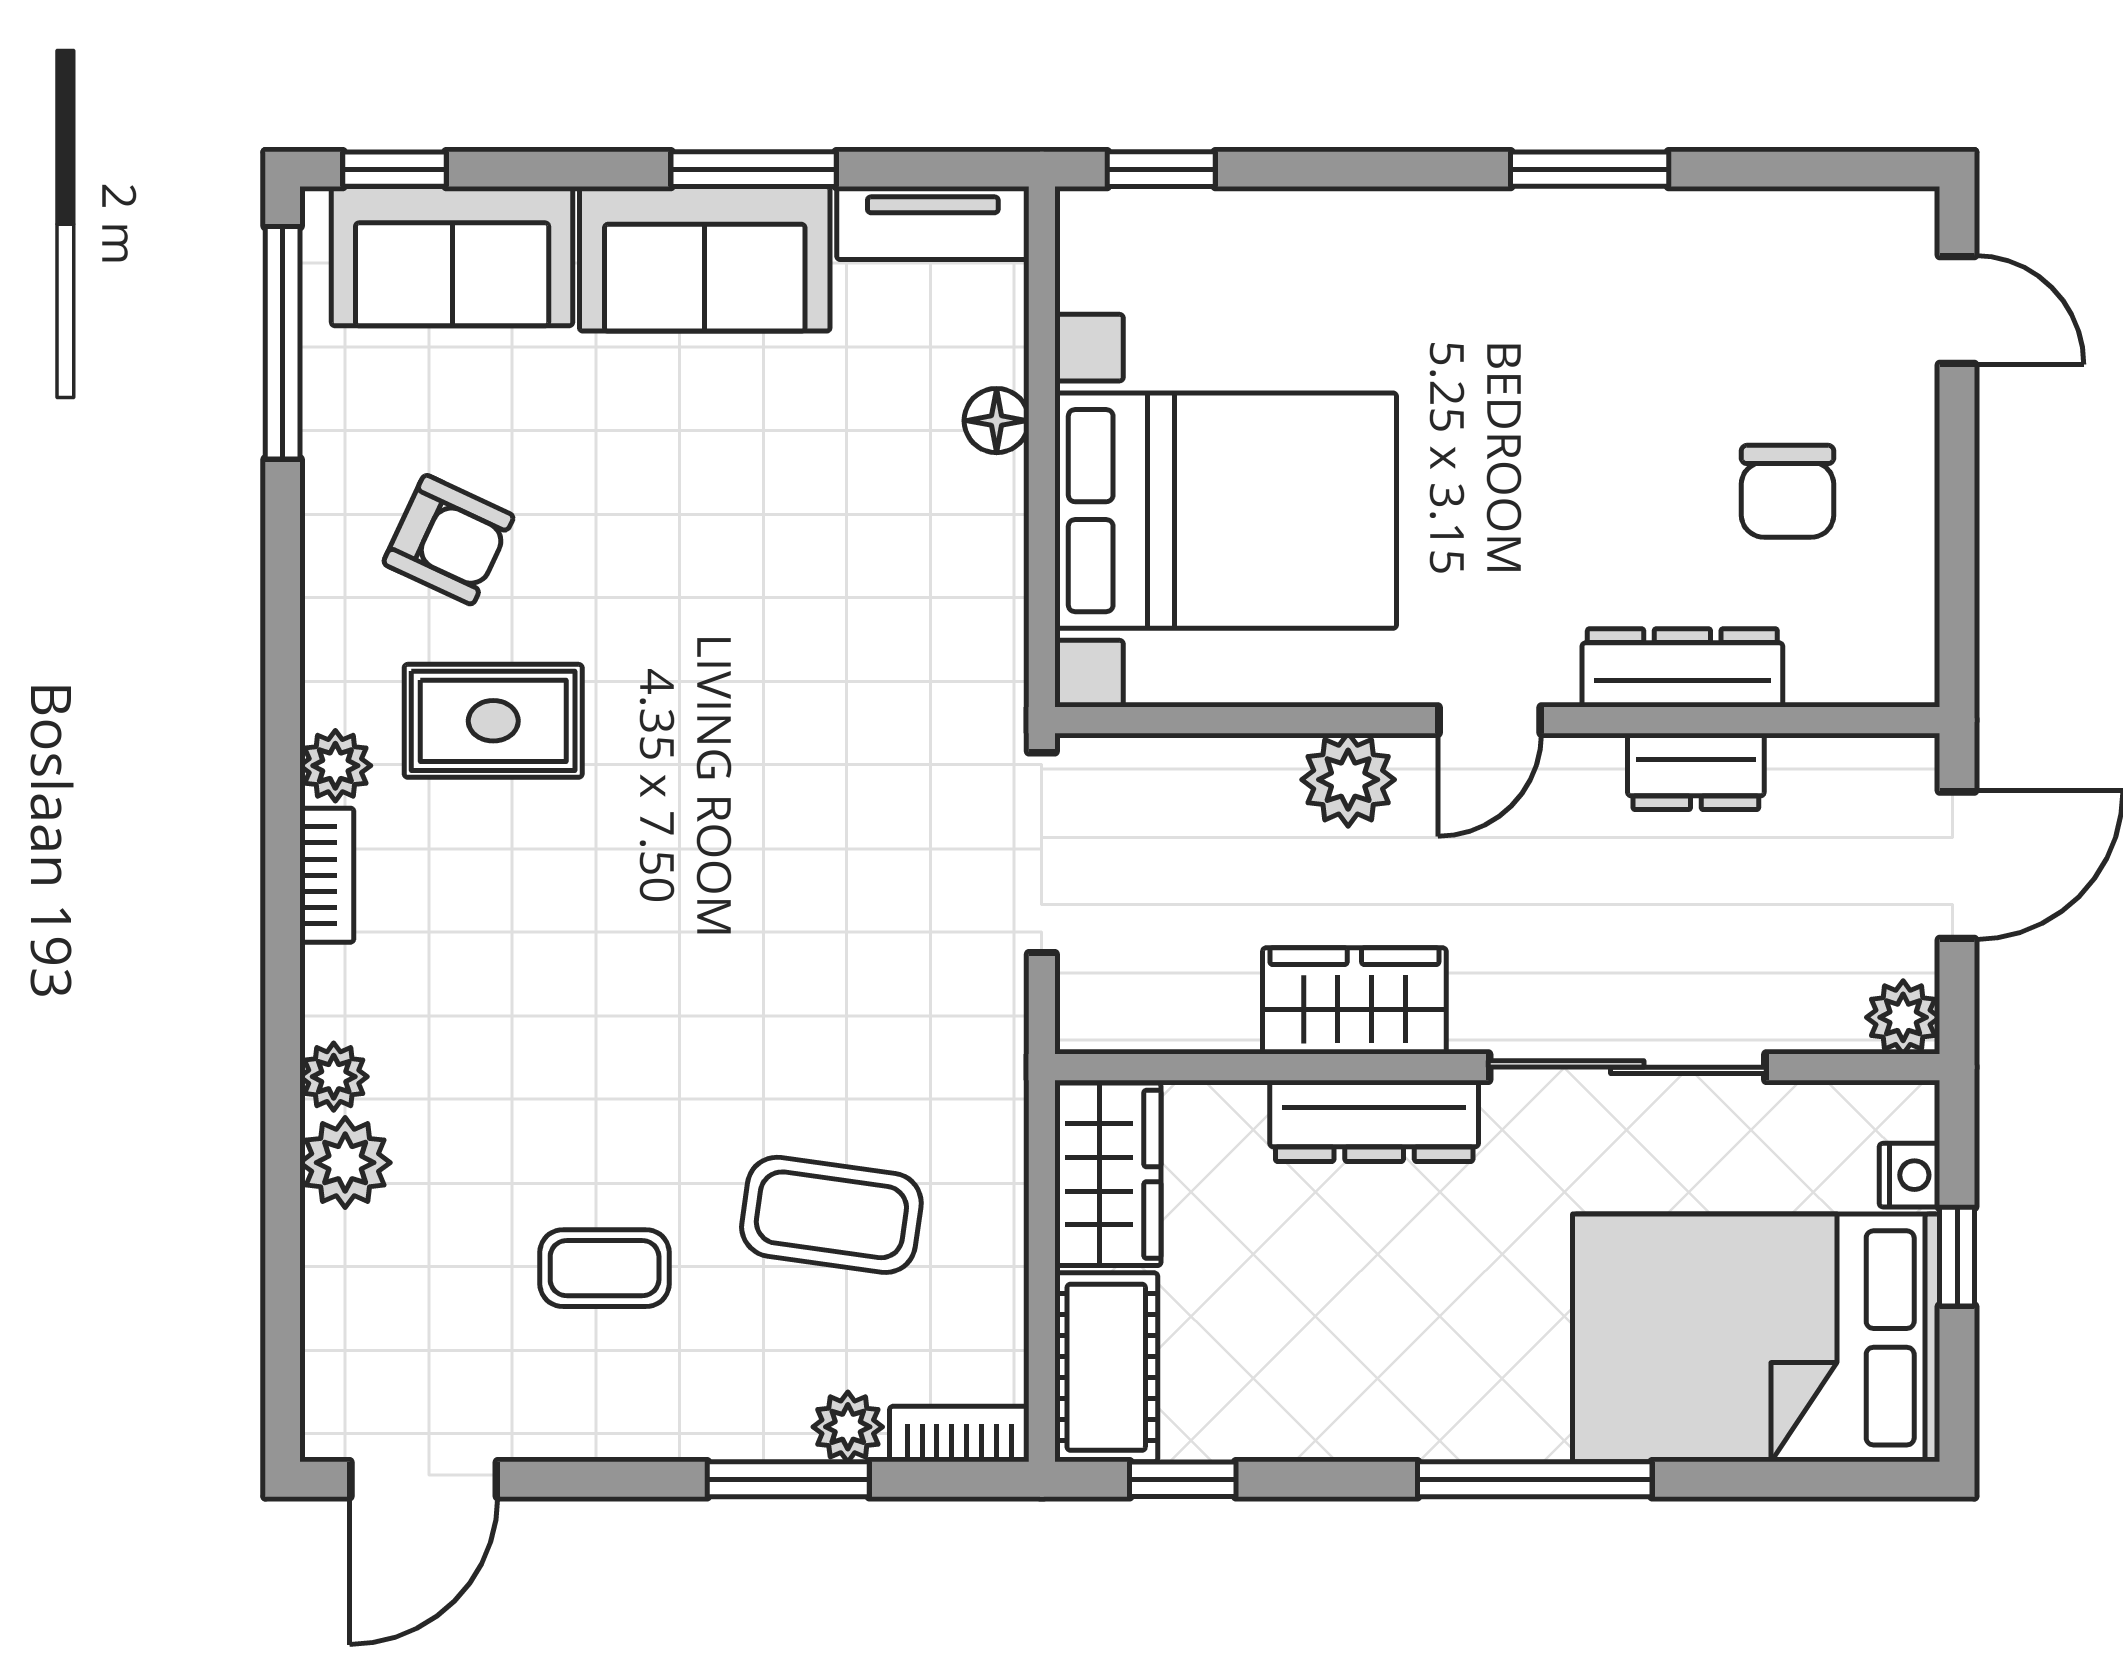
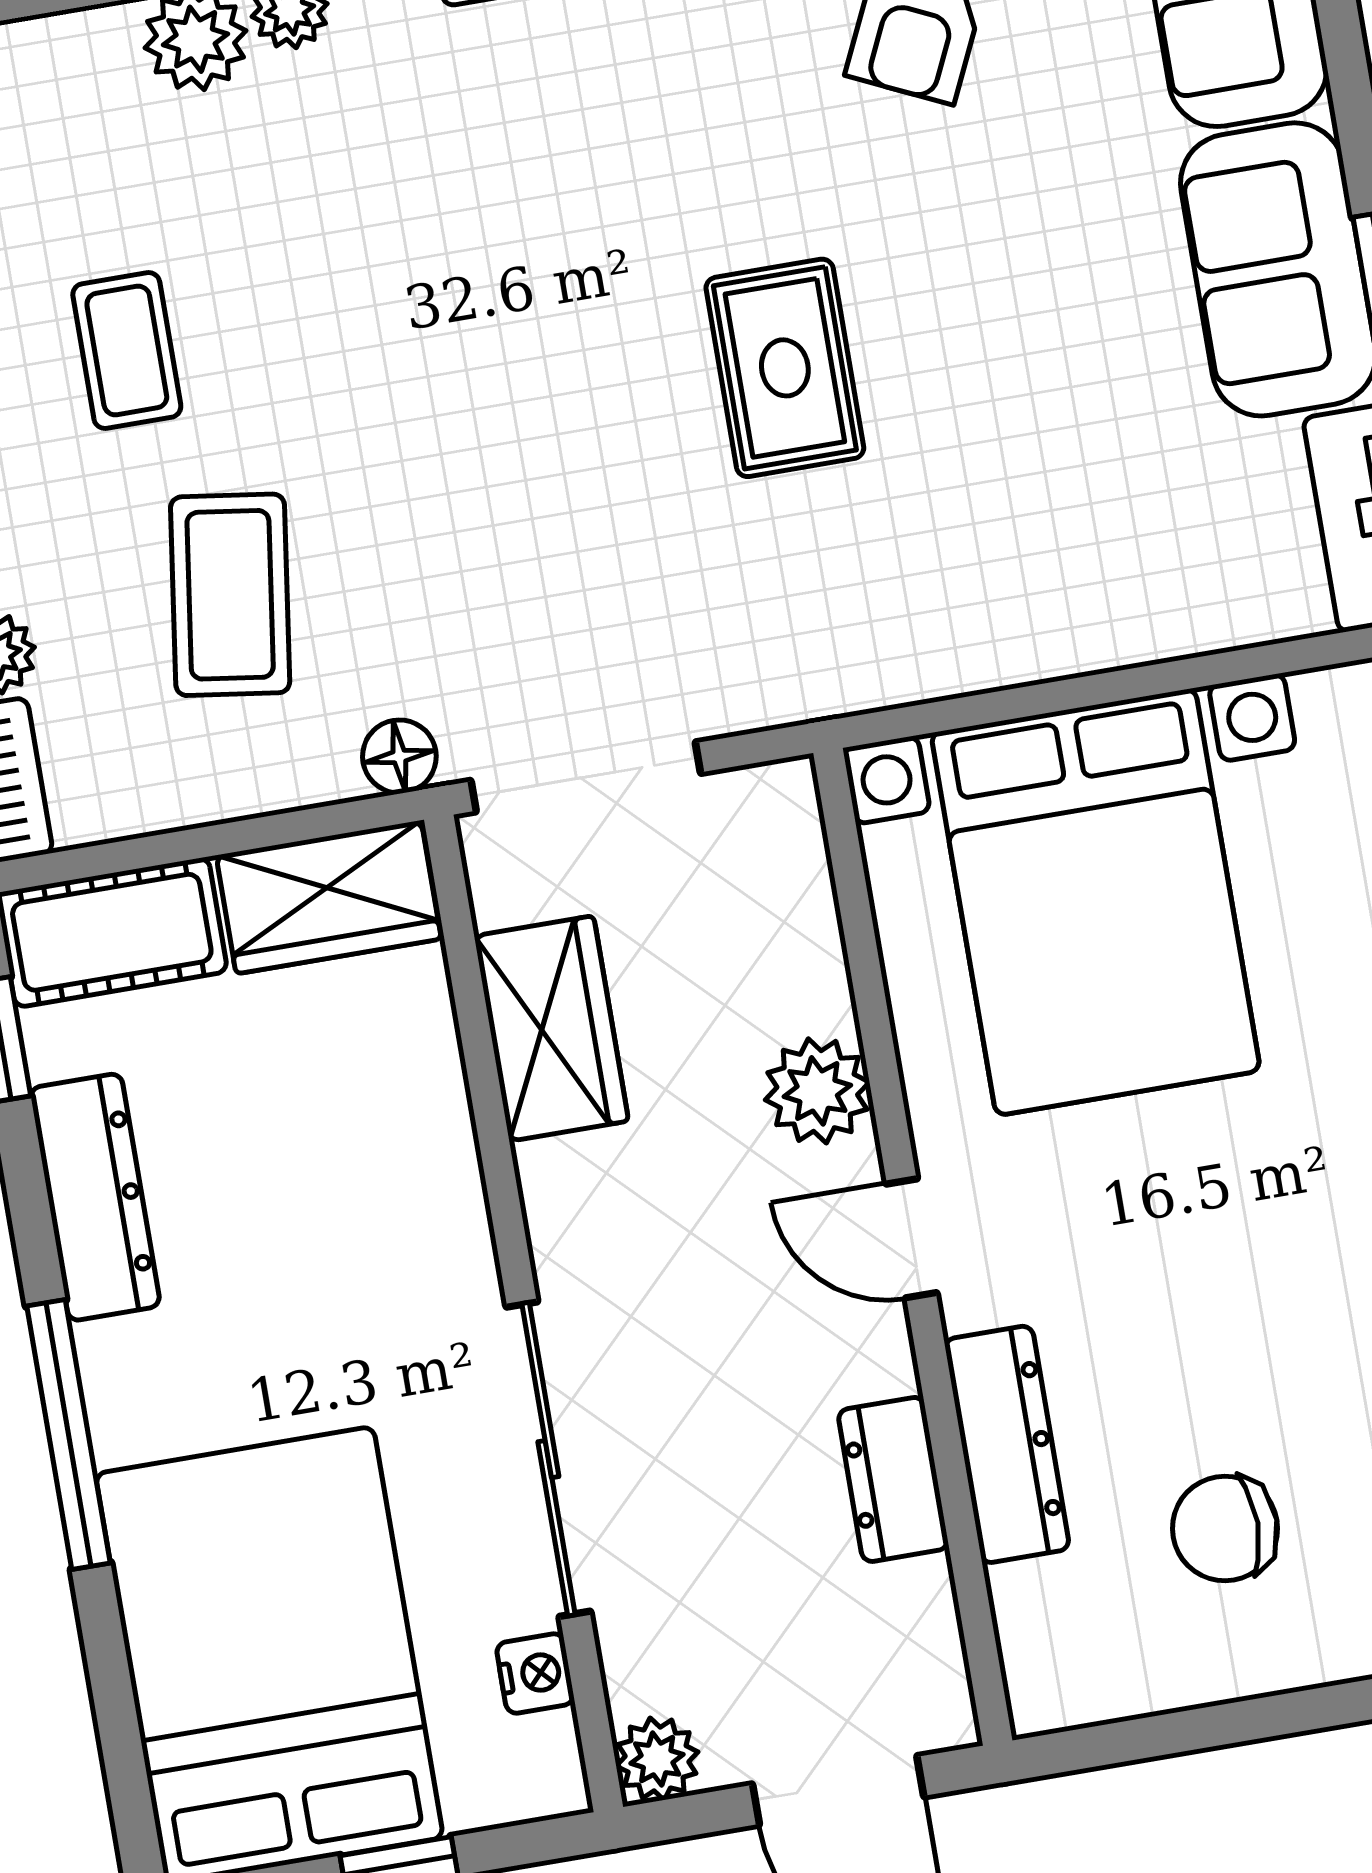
floor lamp: (997, 421) -> (399, 756), moved
rug: (493, 721) -> (785, 368), moved
doorway: (1042, 853) -> (586, 777), moved
wardrobe: (1354, 1001) -> (551, 1029), moved
dresser: (1374, 1121) -> (95, 1197), moved, turned 180
nightstand: (1910, 1175) -> (535, 1673), moved, turned -90

